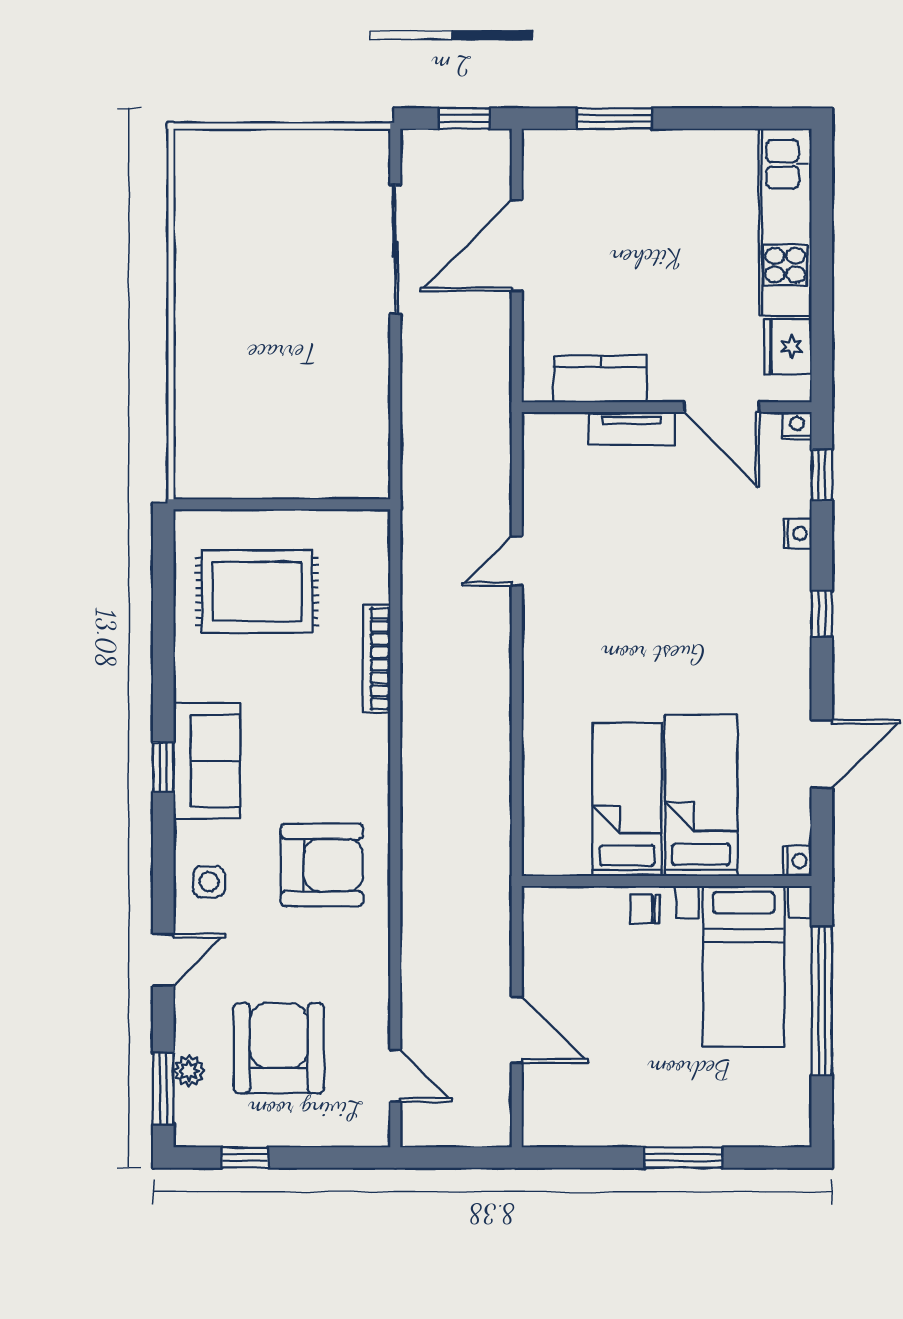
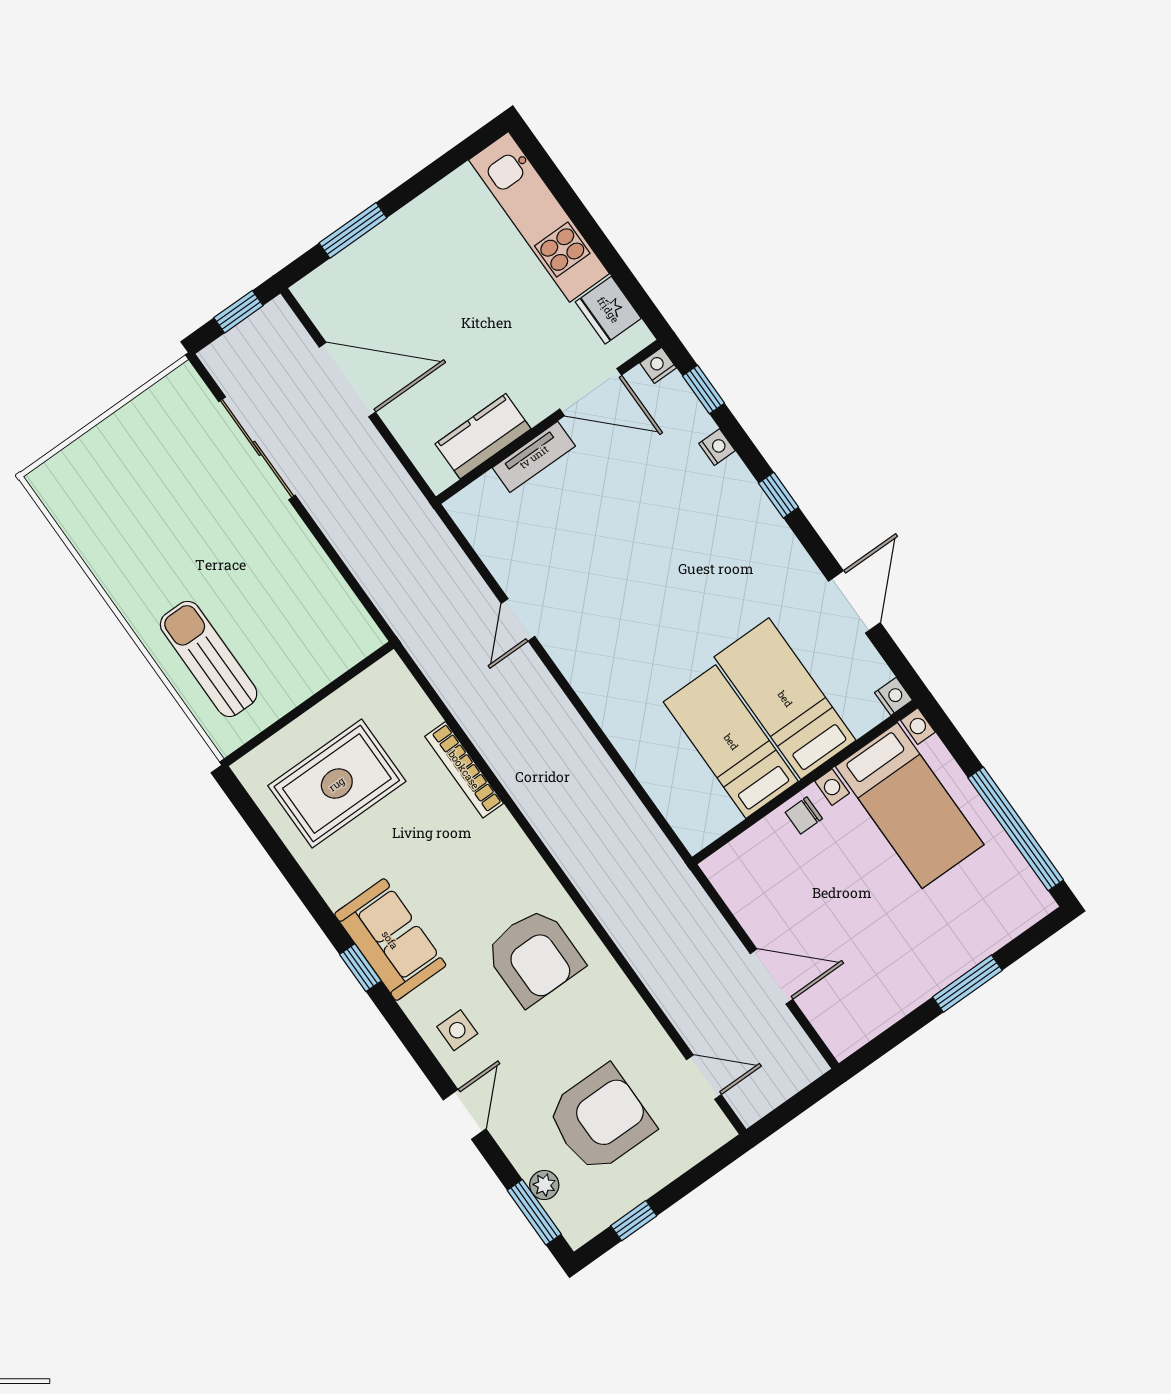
door: (517, 245) -> (347, 380), swing flipped
sun lounger: (222, 403) -> (209, 659), added
armchair: (322, 865) -> (534, 957), turned 90
window: (822, 1001) -> (1016, 829), moved
armchair: (279, 1048) -> (600, 1119), turned 90

